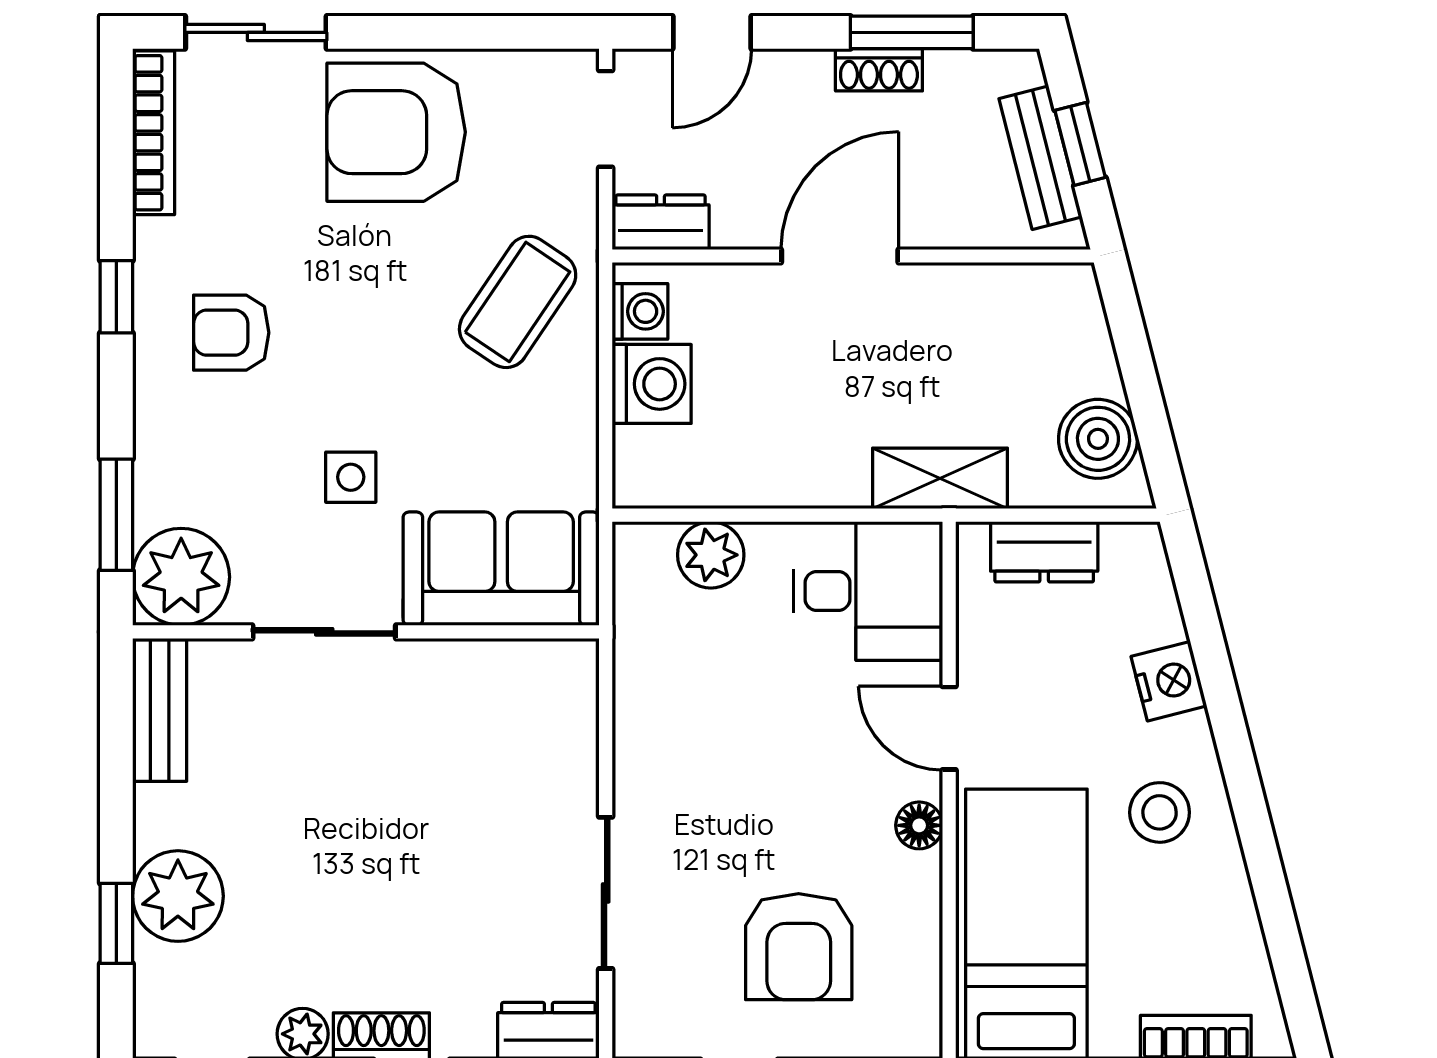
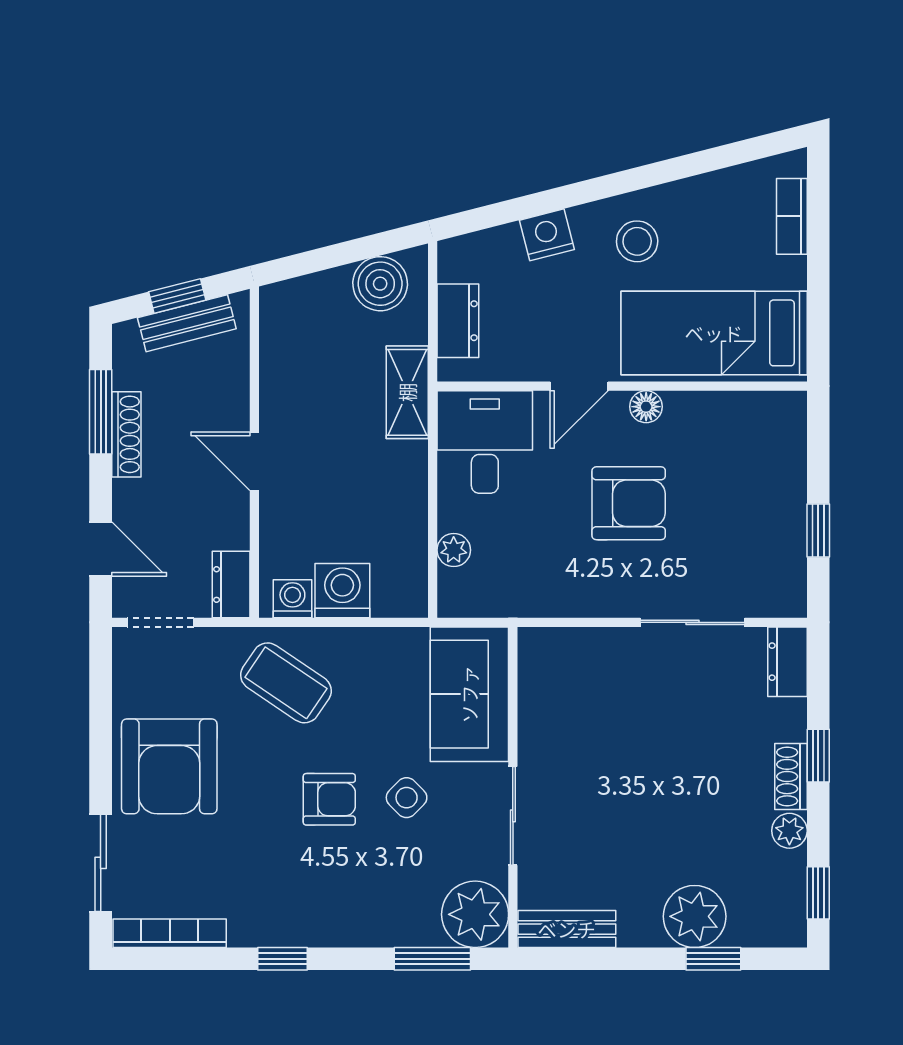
shoe rack: (879, 70) -> (126, 434), width x1.43
door: (840, 256) -> (254, 461), width x0.73
armchair: (231, 333) -> (329, 799), moved, turned -90
side table: (351, 477) -> (407, 798), turned 45
plant: (711, 555) -> (454, 550), width x0.73, depth x0.73
armchair: (799, 947) -> (629, 503), moved

